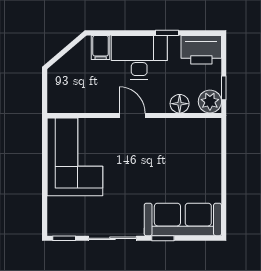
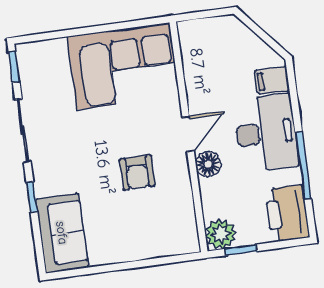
window: (167, 33) -> (303, 165), width x2.17
floor lamp: (180, 104) -> (208, 164), moved
armchair: (155, 157) -> (137, 172), added
sofa: (183, 219) -> (62, 233), width x0.73

